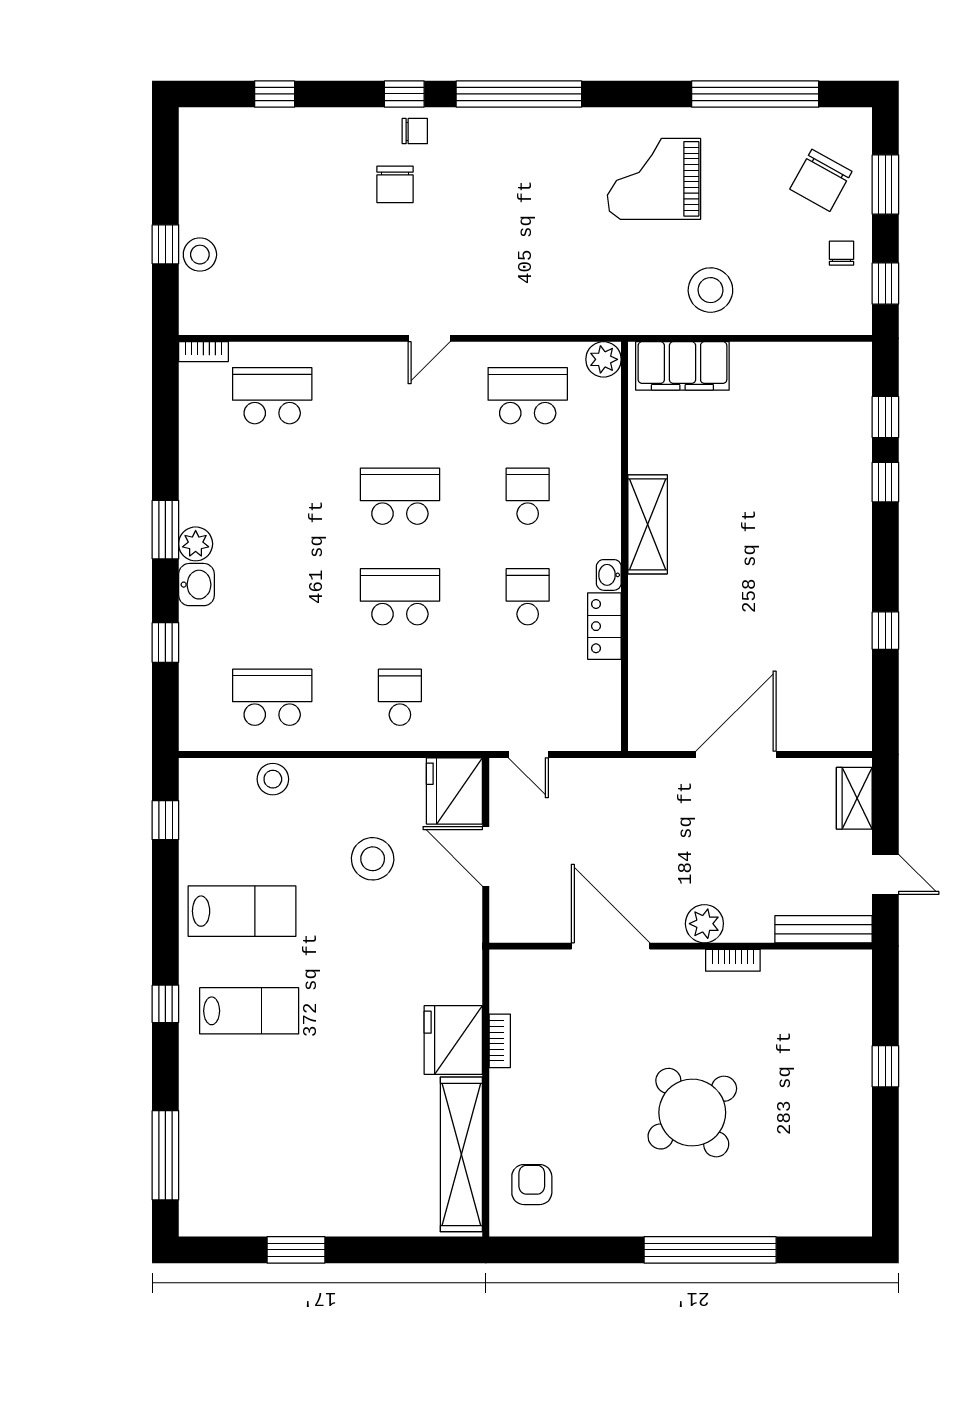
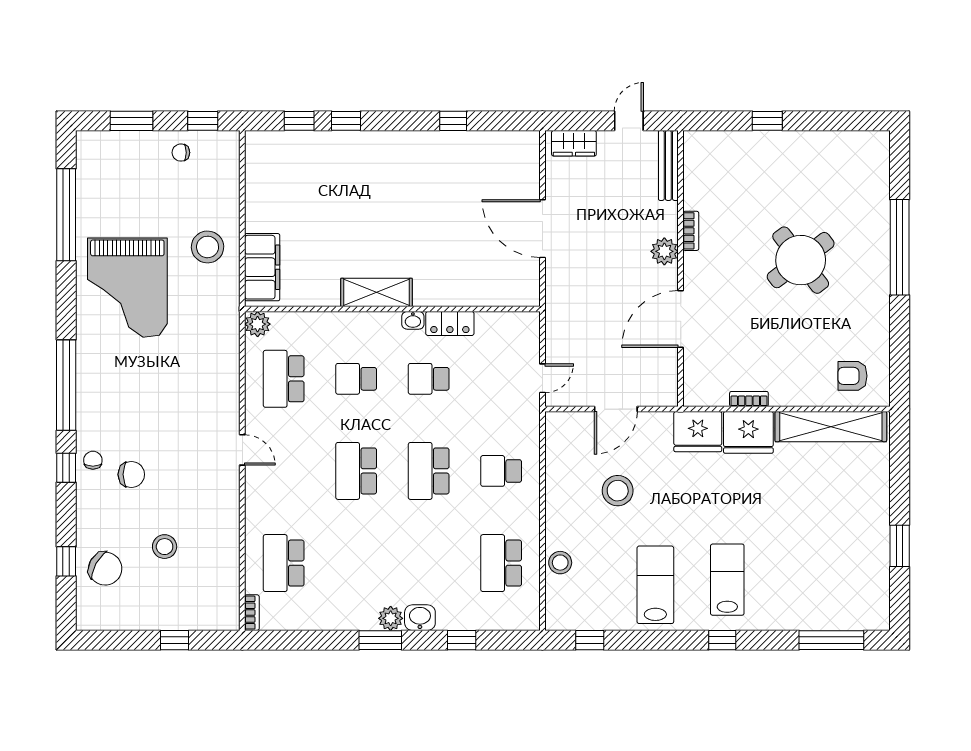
grand piano: (654, 179) -> (127, 288), width x1.37, depth x1.48
chair: (821, 180) -> (105, 569), moved
stool: (200, 255) -> (165, 547), moved
fridge: (454, 791) -> (698, 432), moved

